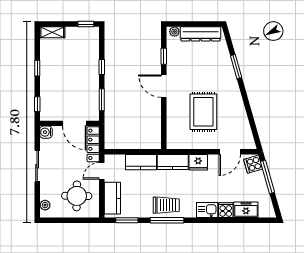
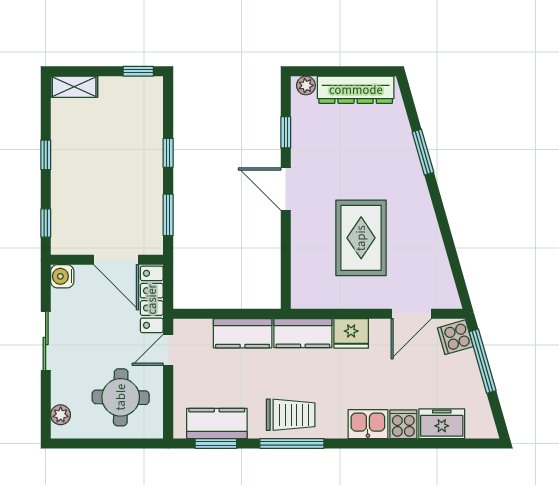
kitchen counter: (112, 198) -> (217, 423), moved, turned -90

